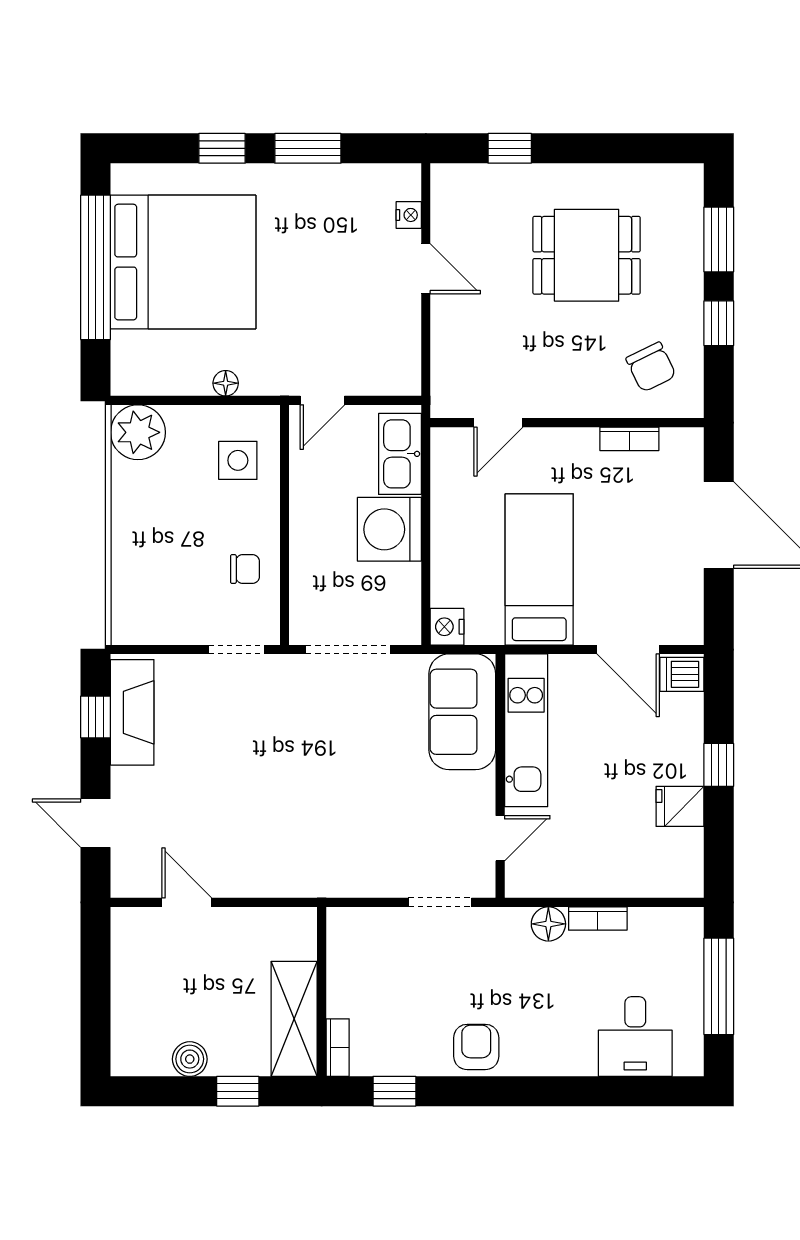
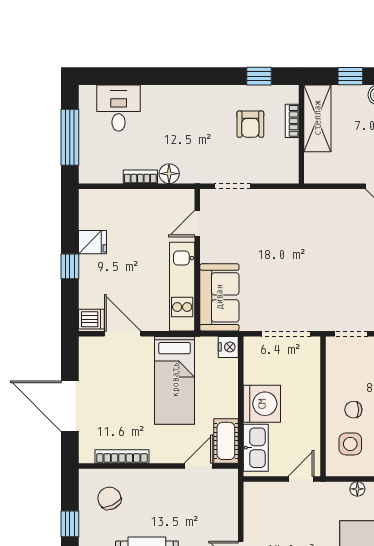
bookcase: (629, 439) -> (122, 456), width x1.56
cot: (451, 465) -> (226, 441), added
chair: (245, 569) -> (353, 410), moved
armchair: (476, 1047) -> (250, 124), moved
bookcase: (338, 1048) -> (292, 121), moved

